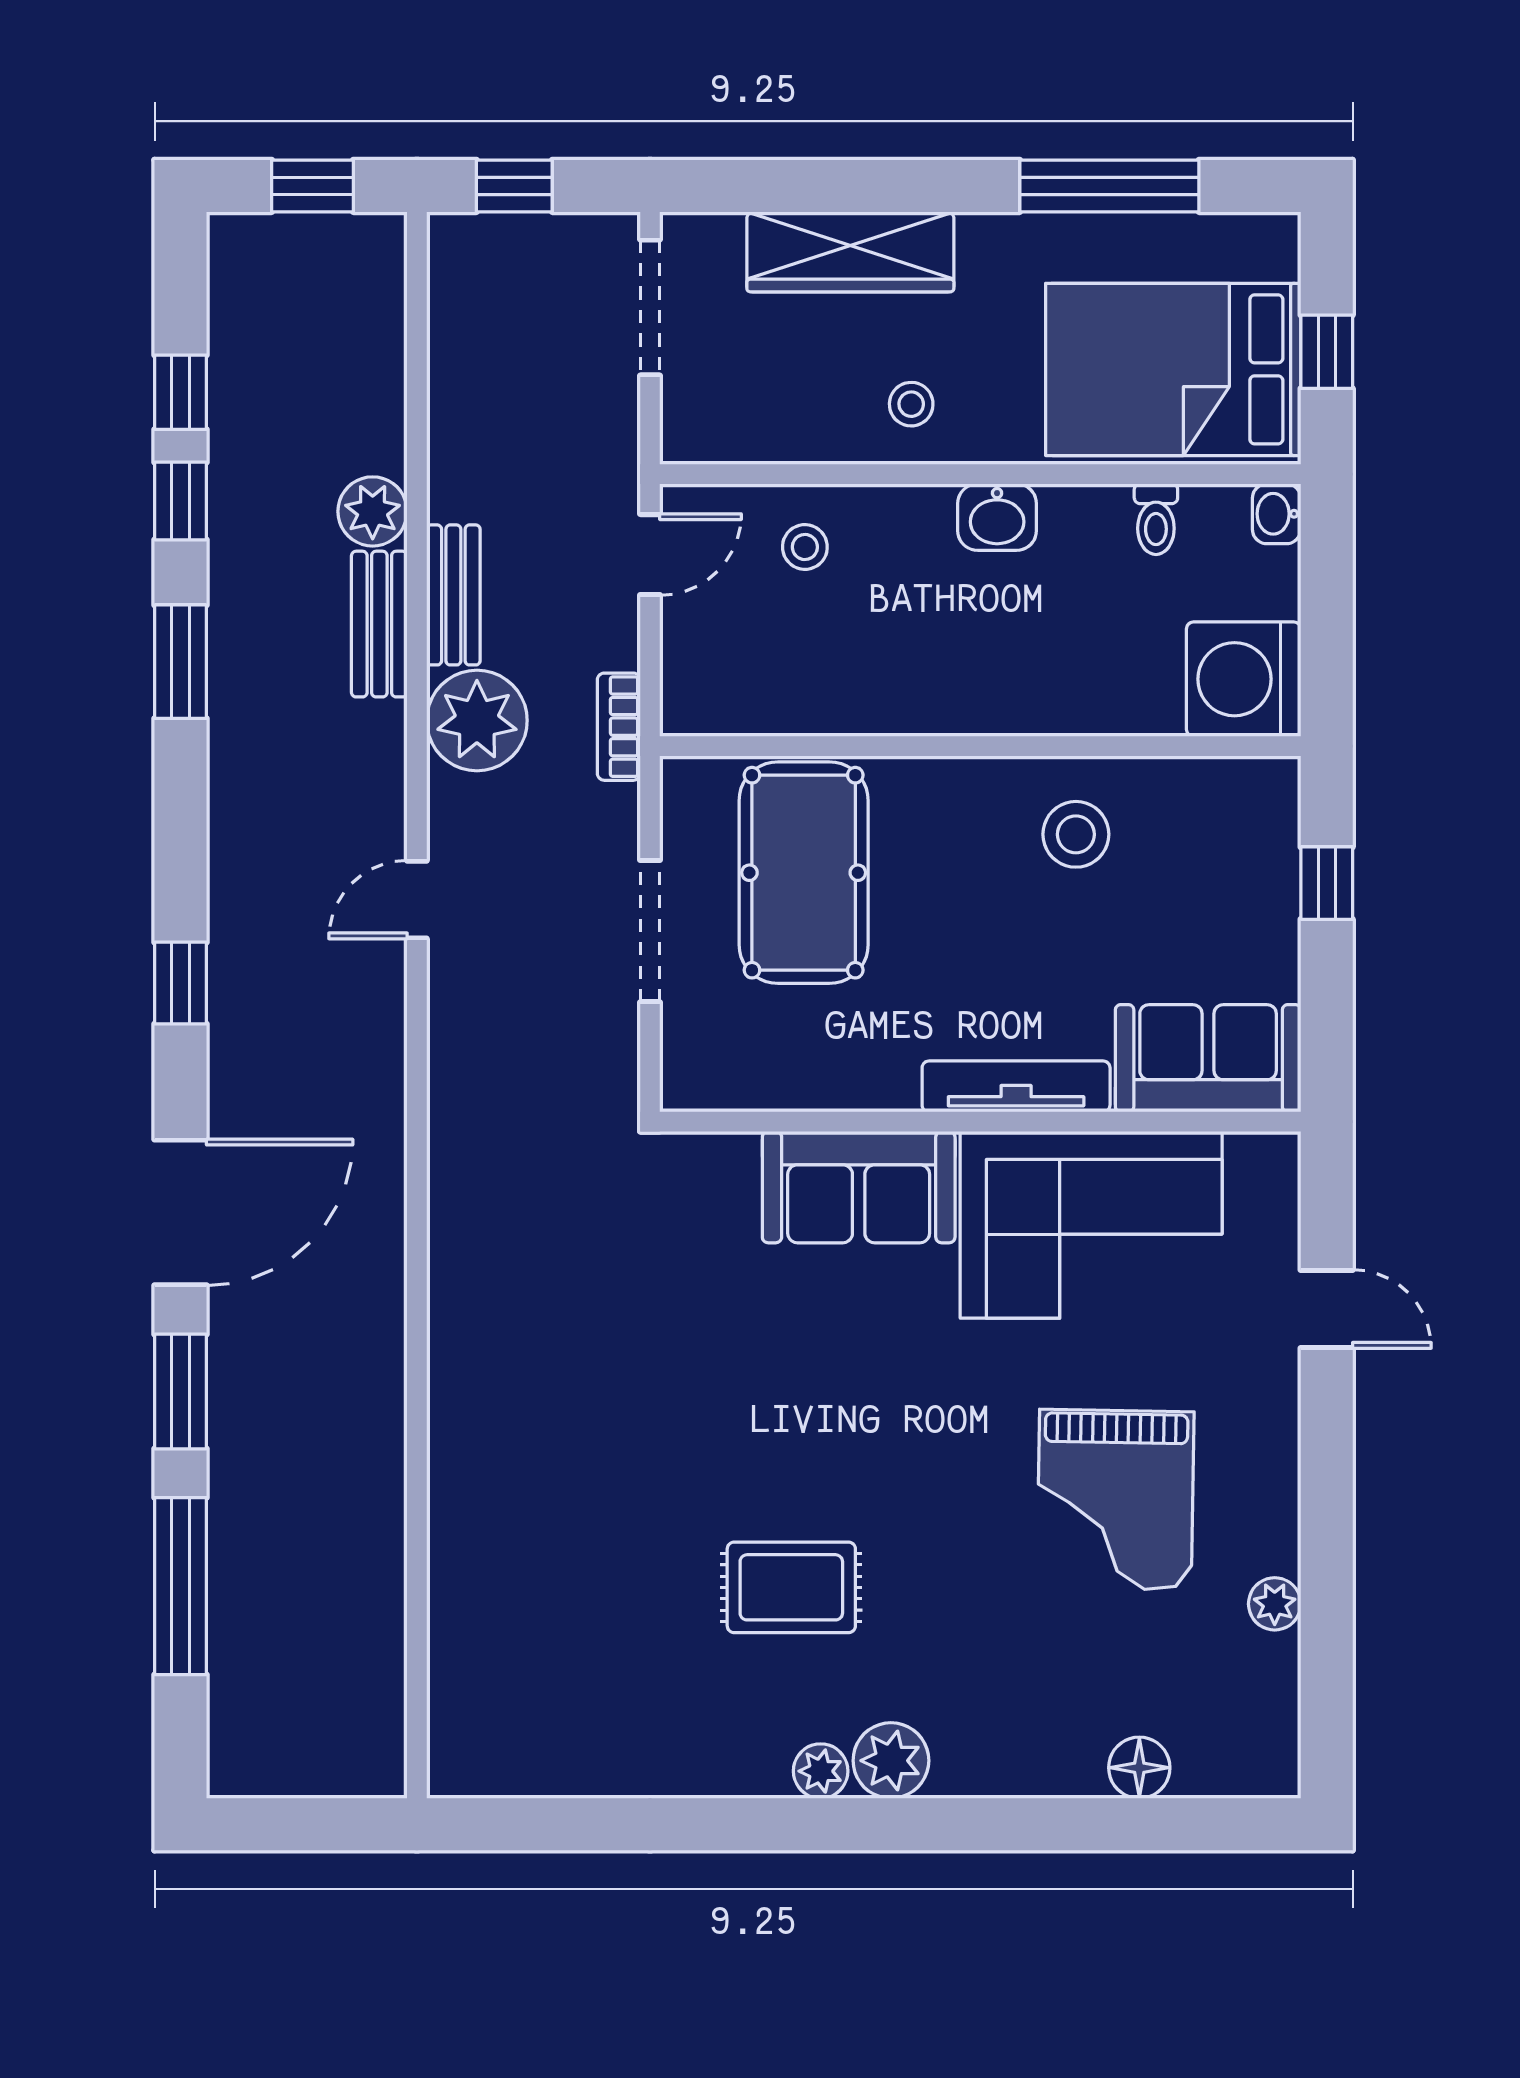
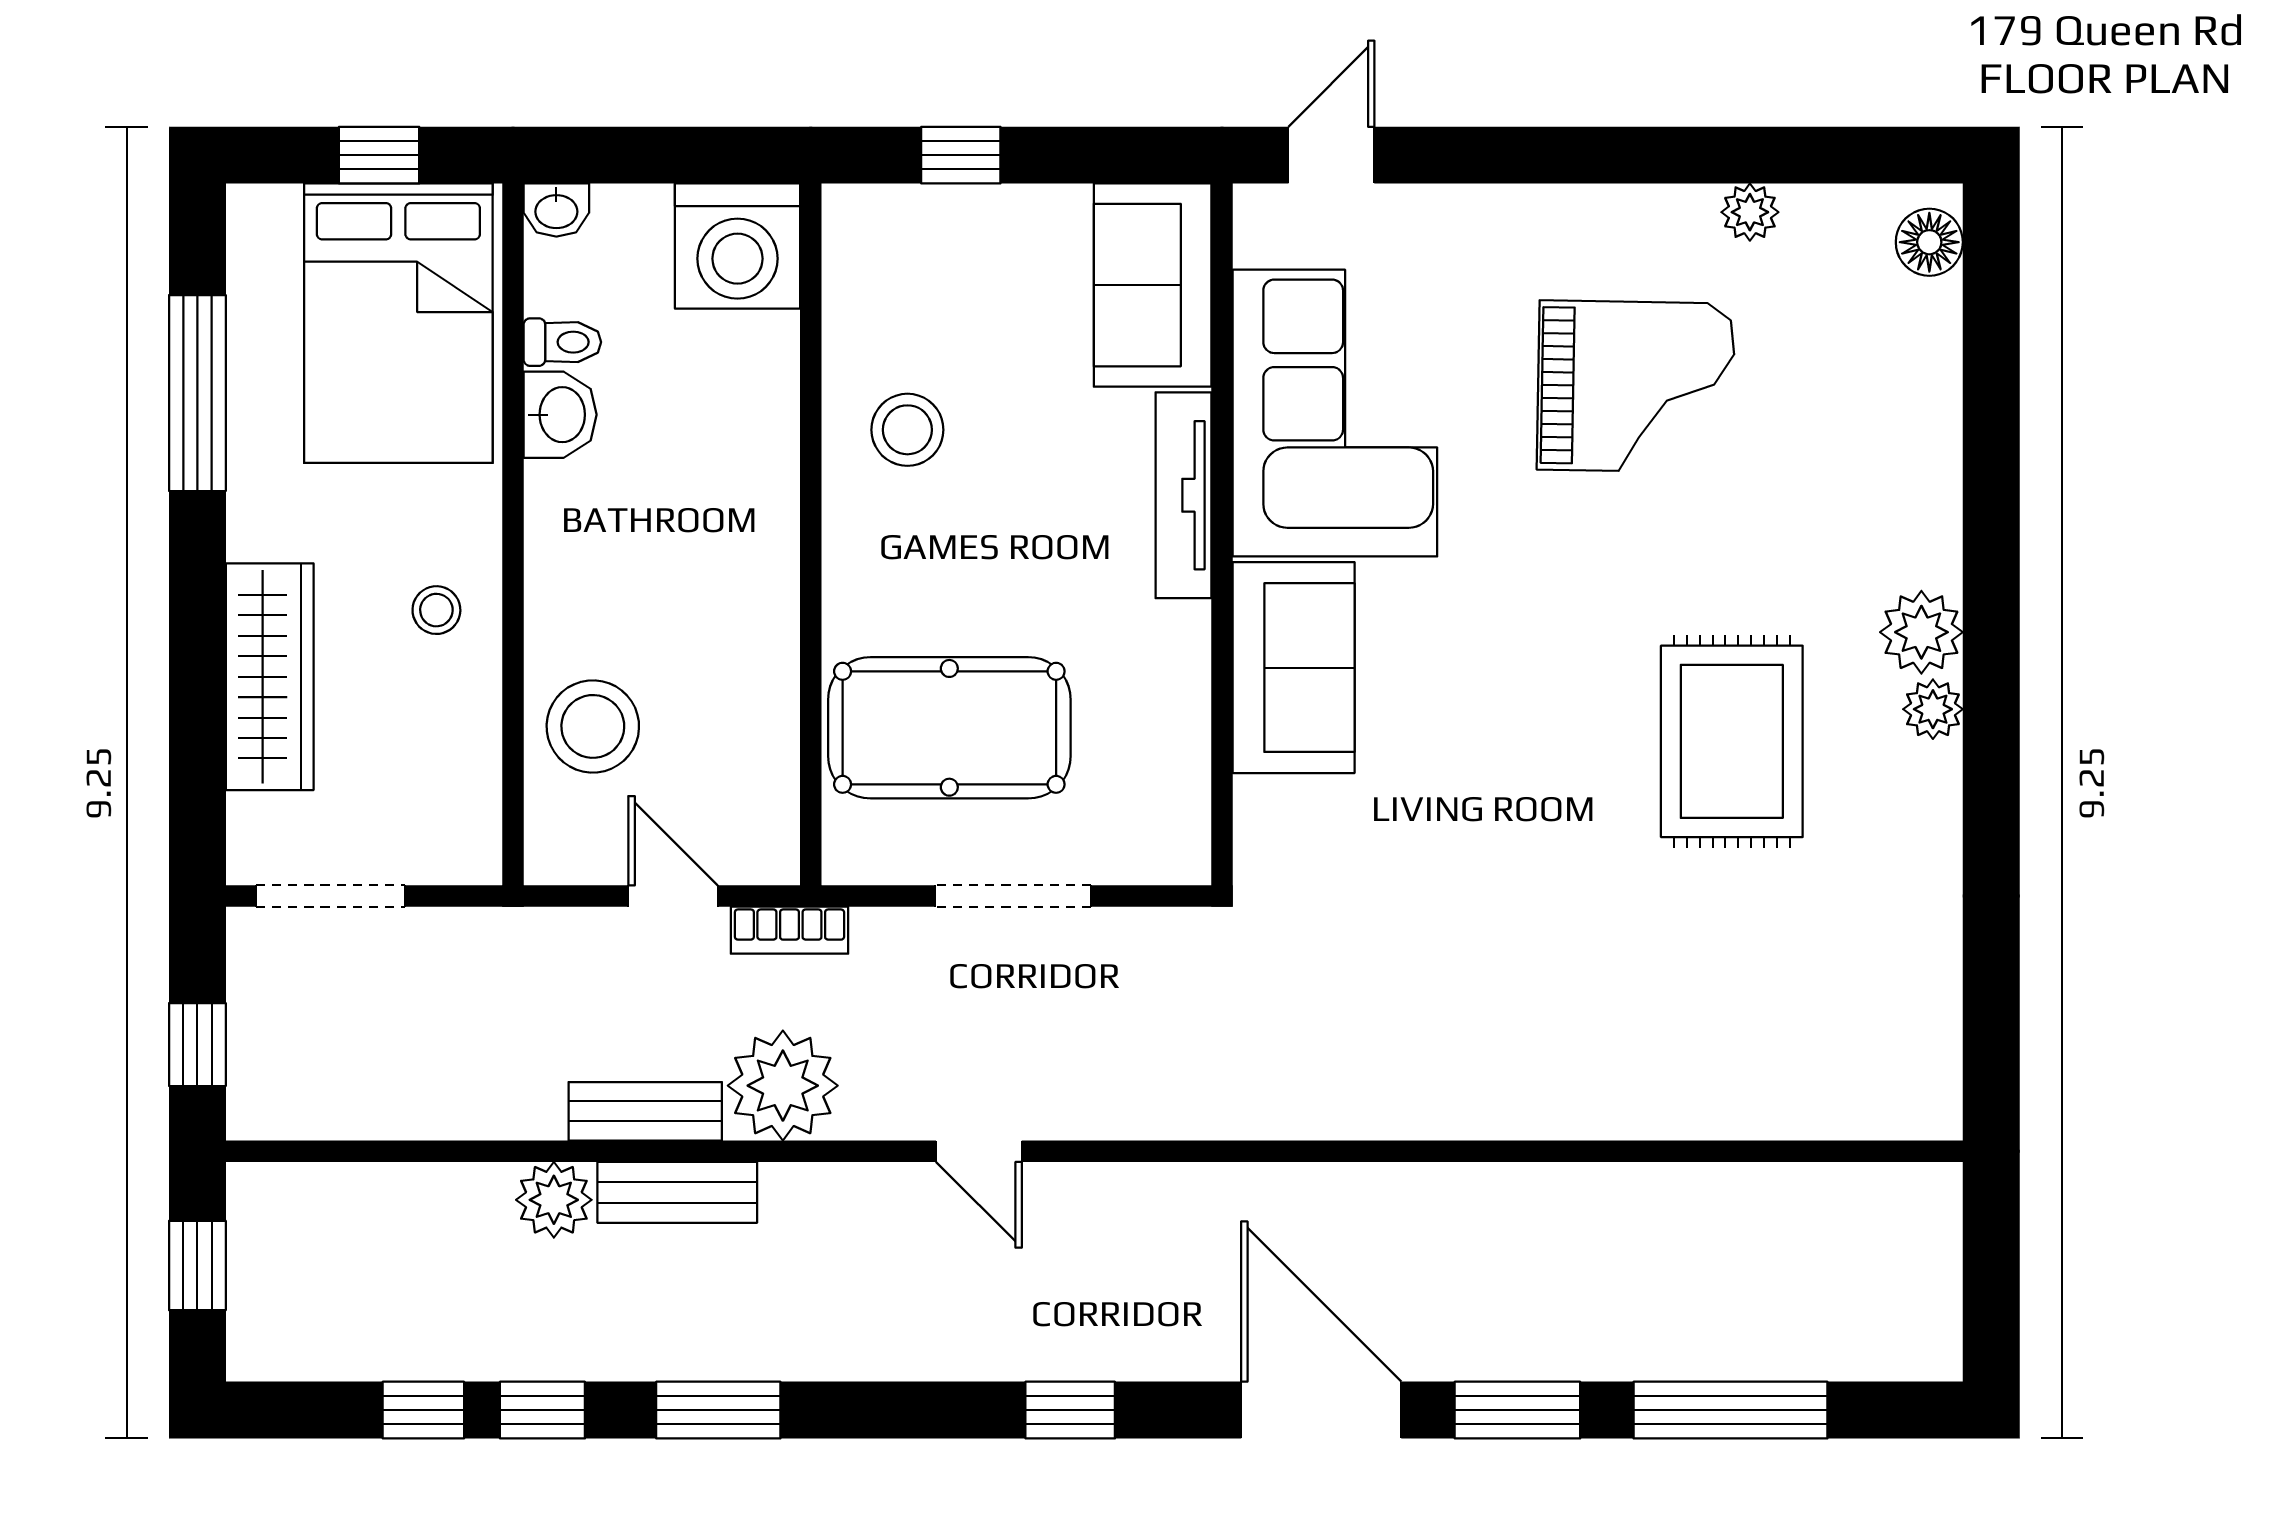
washbasin: (997, 517) -> (560, 415), moved
stool: (805, 547) -> (593, 726), width x1.89, depth x1.89
door: (650, 555) -> (673, 896), moved
door: (1327, 1309) -> (1331, 155), moved
rug: (791, 1587) -> (1732, 741), width x1.36, depth x1.43
floor lamp: (1139, 1768) -> (1929, 242), moved

